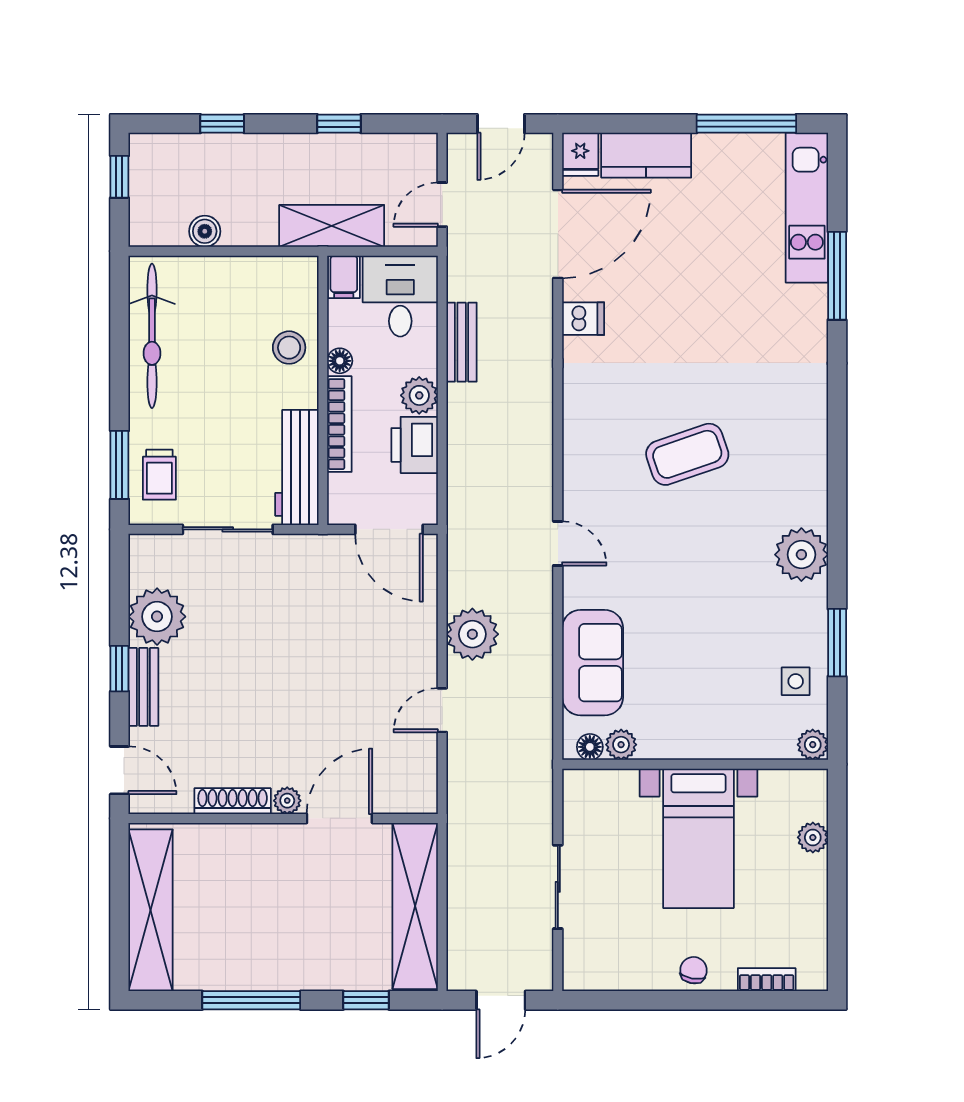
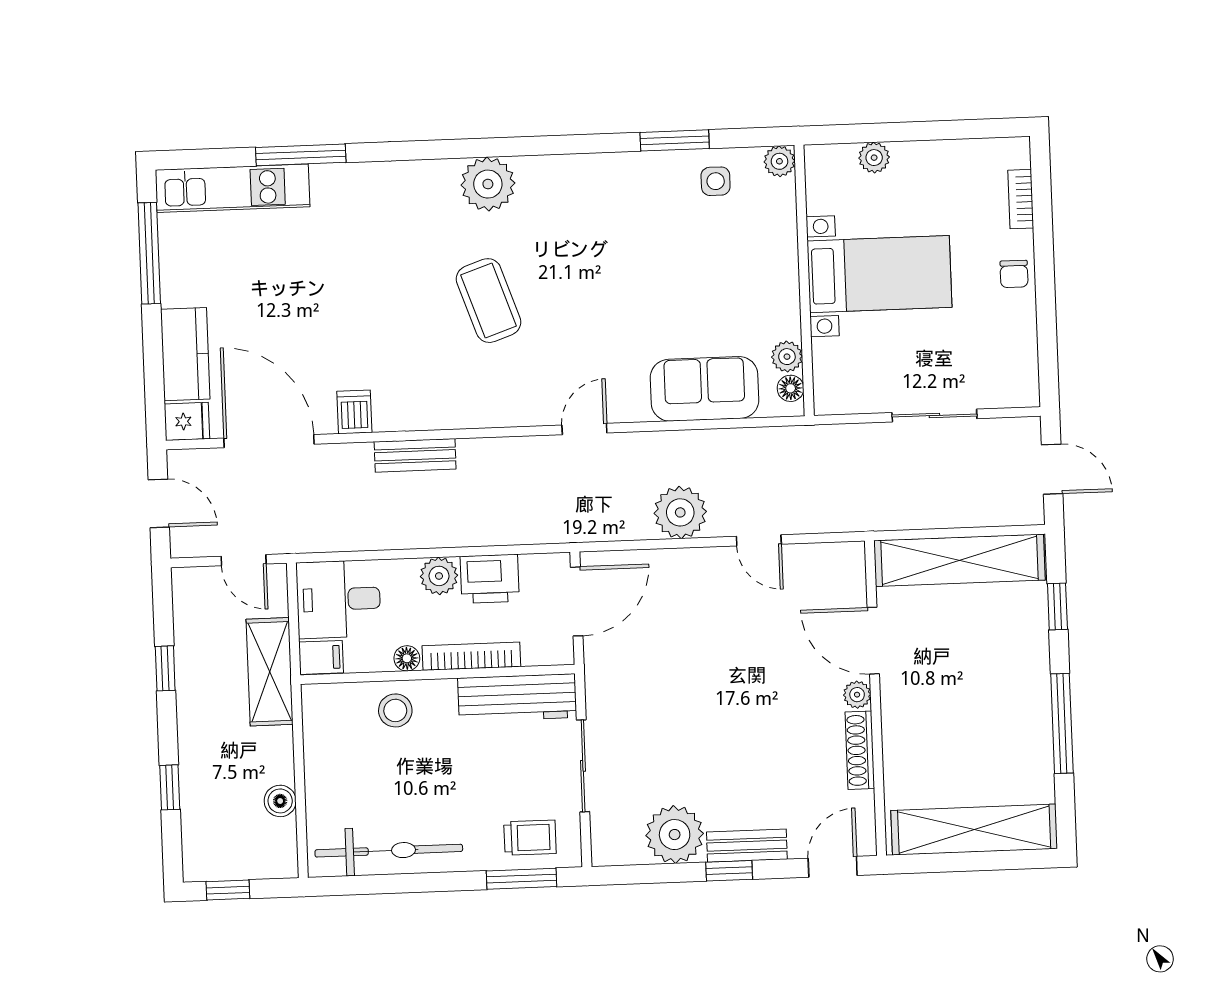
bench: (462, 342) -> (415, 455), moved
plant: (801, 555) -> (488, 184), moved
chair: (693, 970) -> (1014, 274), turned -100

